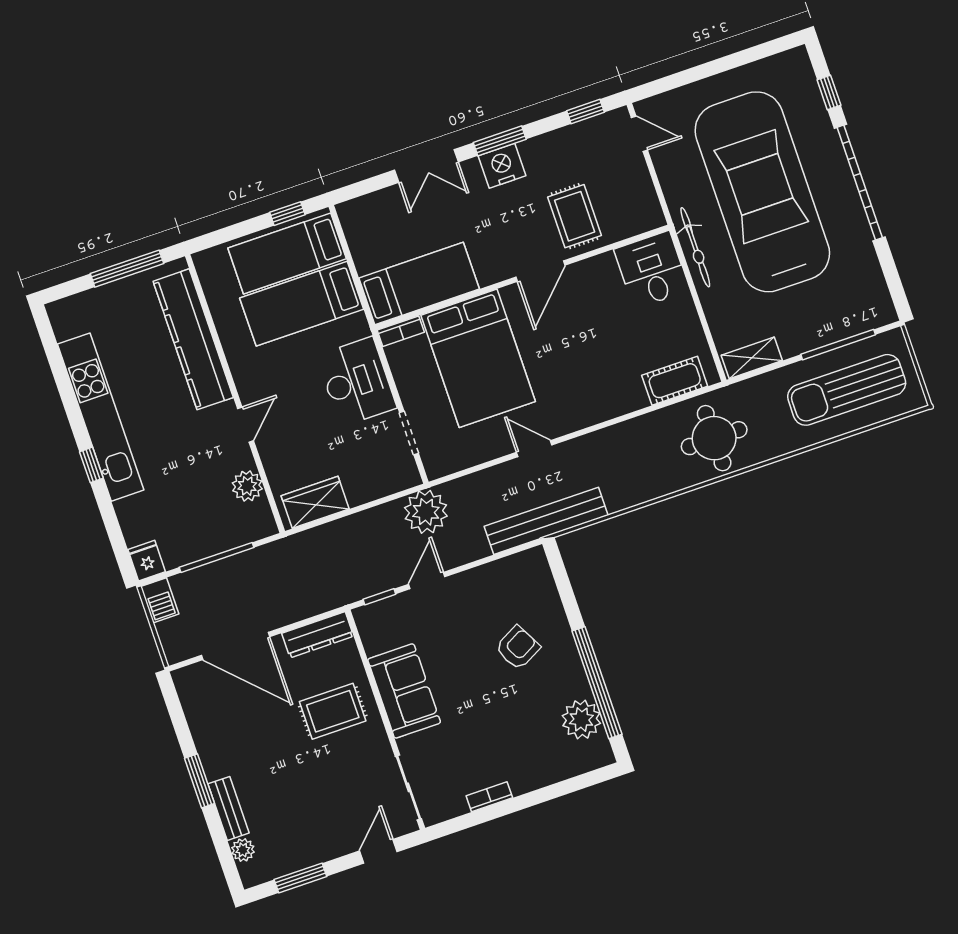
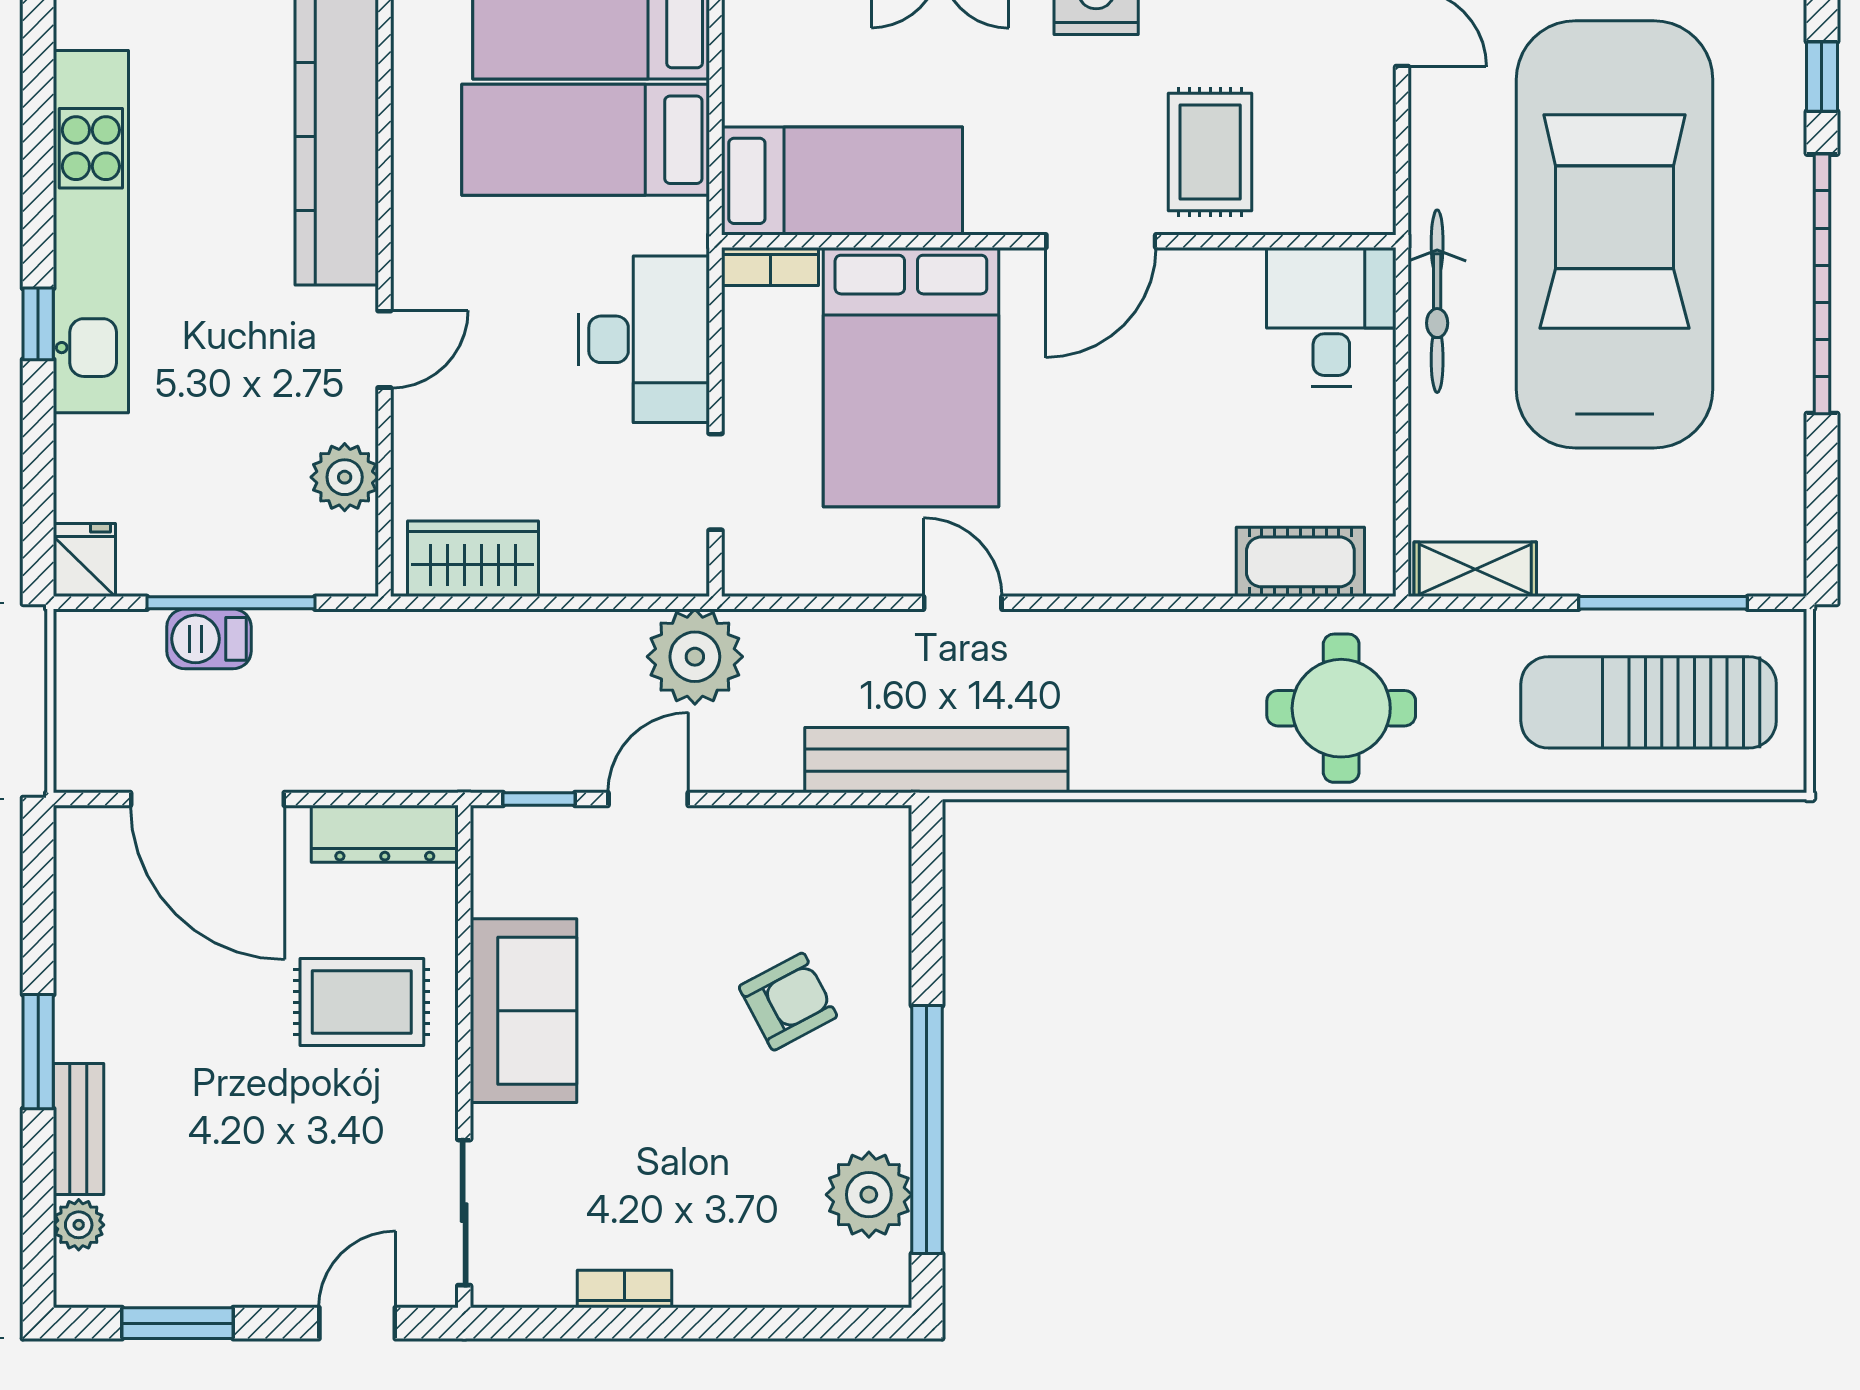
barbecue: (160, 600) -> (209, 639), moved, turned 90

